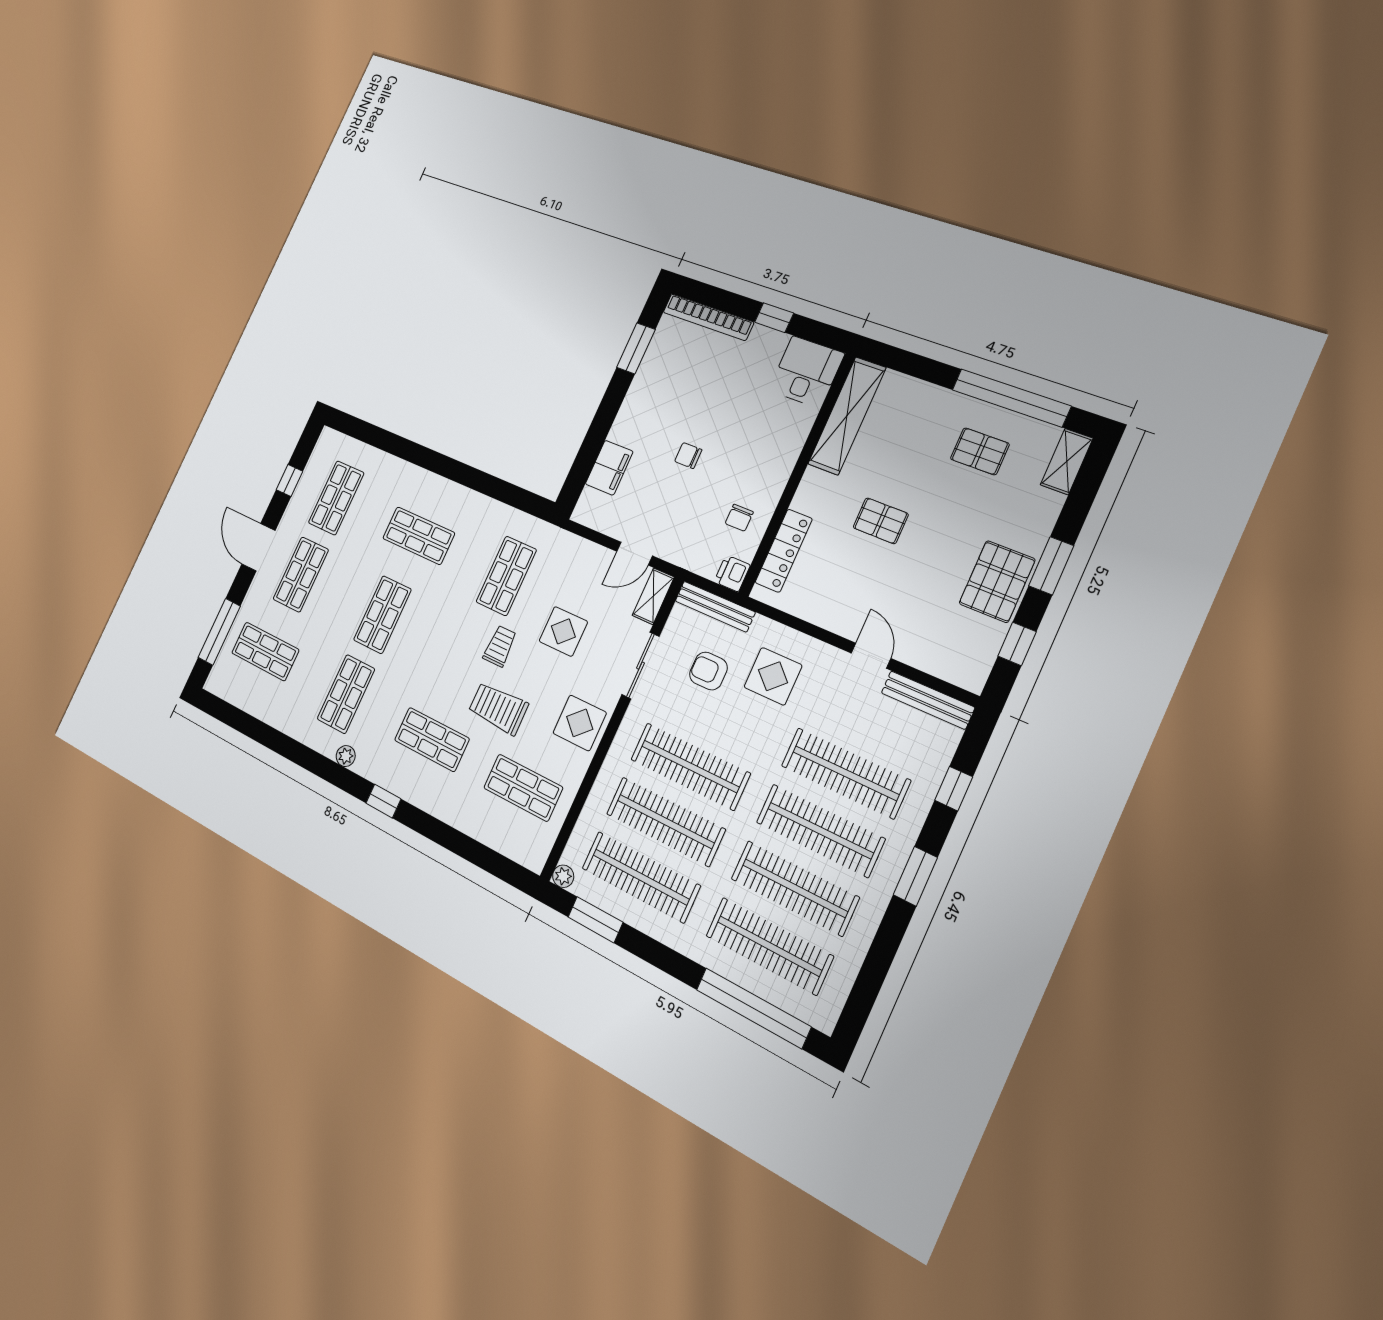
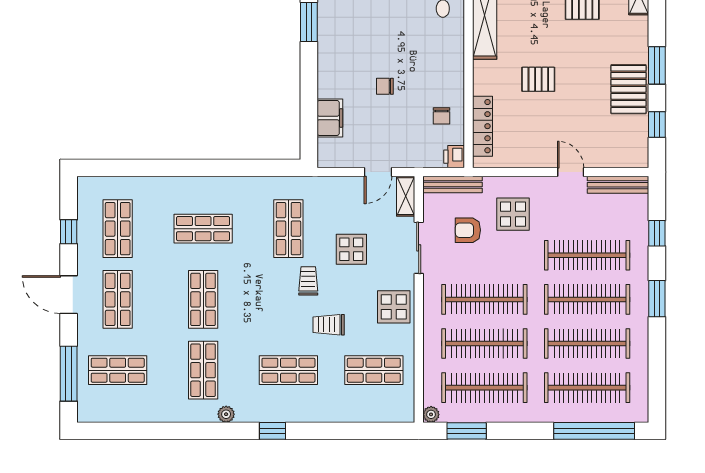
trolley: (498, 708) -> (329, 325), width x0.73, depth x0.72

